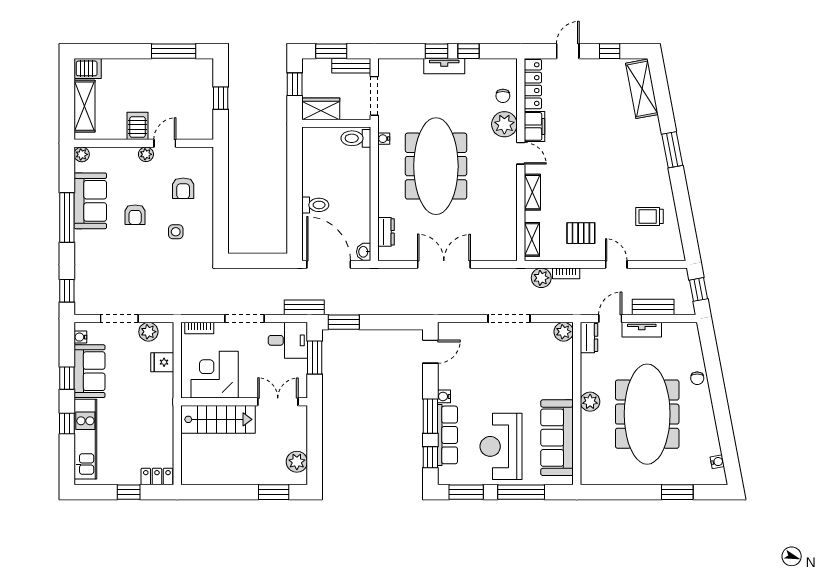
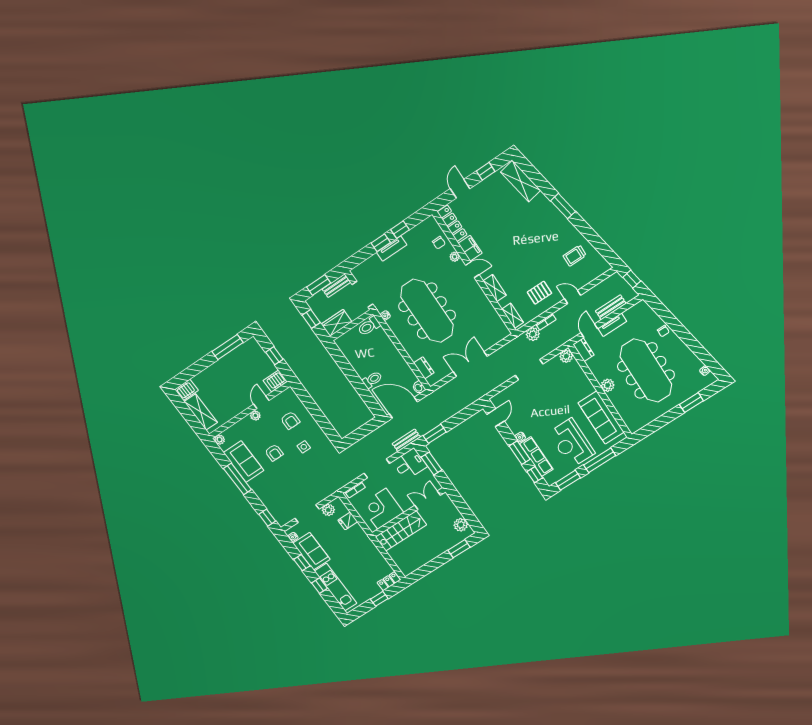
plant: (504, 124) -> (455, 257), width x0.53, depth x0.53
server rack: (137, 126) -> (275, 381), moved, turned -90

